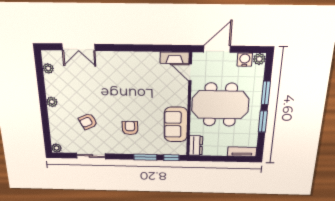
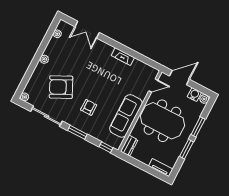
fireplace: (175, 58) -> (123, 57), moved
door: (190, 72) -> (153, 86), swing flipped
armchair: (88, 121) -> (61, 87), width x1.88, depth x1.88
sofa: (176, 125) -> (126, 116), width x1.36
sliding door: (91, 156) -> (46, 116), width x1.37
window: (145, 157) -> (77, 132), moved

